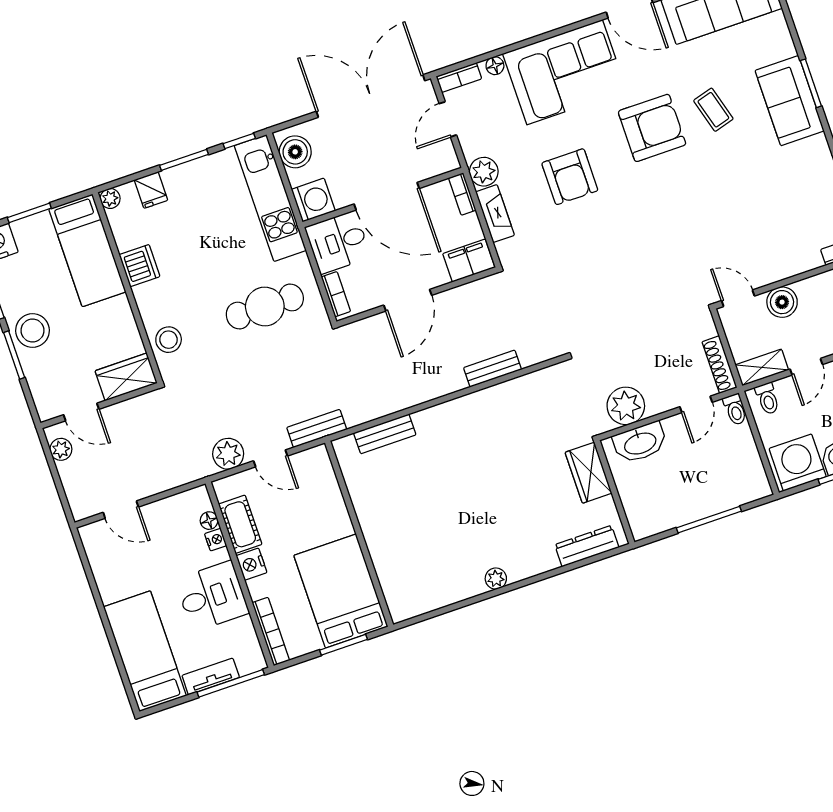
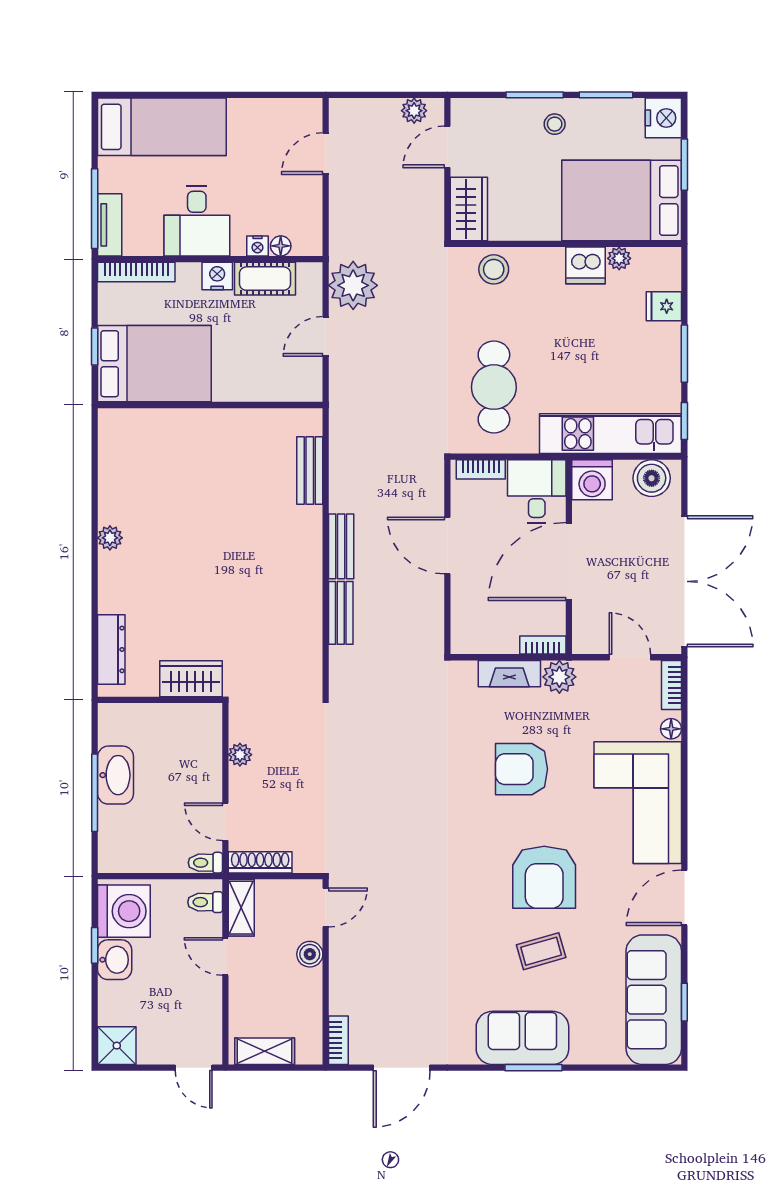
plant: (110, 198) -> (619, 258), moved
bed: (87, 250) -> (622, 201), width x1.50
filing cabinet: (469, 261) -> (468, 627), removed
boiler: (782, 302) -> (310, 954), width x0.73, depth x0.73
stool: (32, 331) -> (555, 124), width x0.53, depth x0.53
plant: (626, 406) -> (240, 755), width x0.53, depth x0.53
bench: (317, 428) -> (341, 546), moved
washbasin: (640, 443) -> (116, 775), moved, turned 180
plant: (228, 454) -> (353, 285), width x1.36, depth x1.36
window: (343, 645) -> (95, 346), width x0.67
tv unit: (211, 676) -> (110, 225), moved

